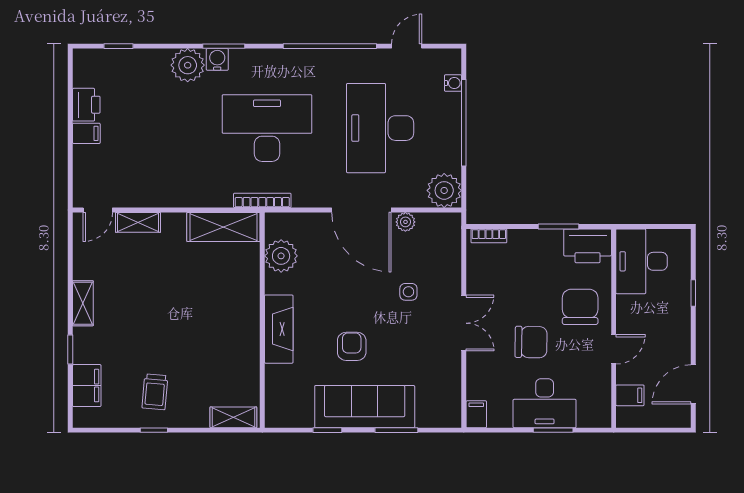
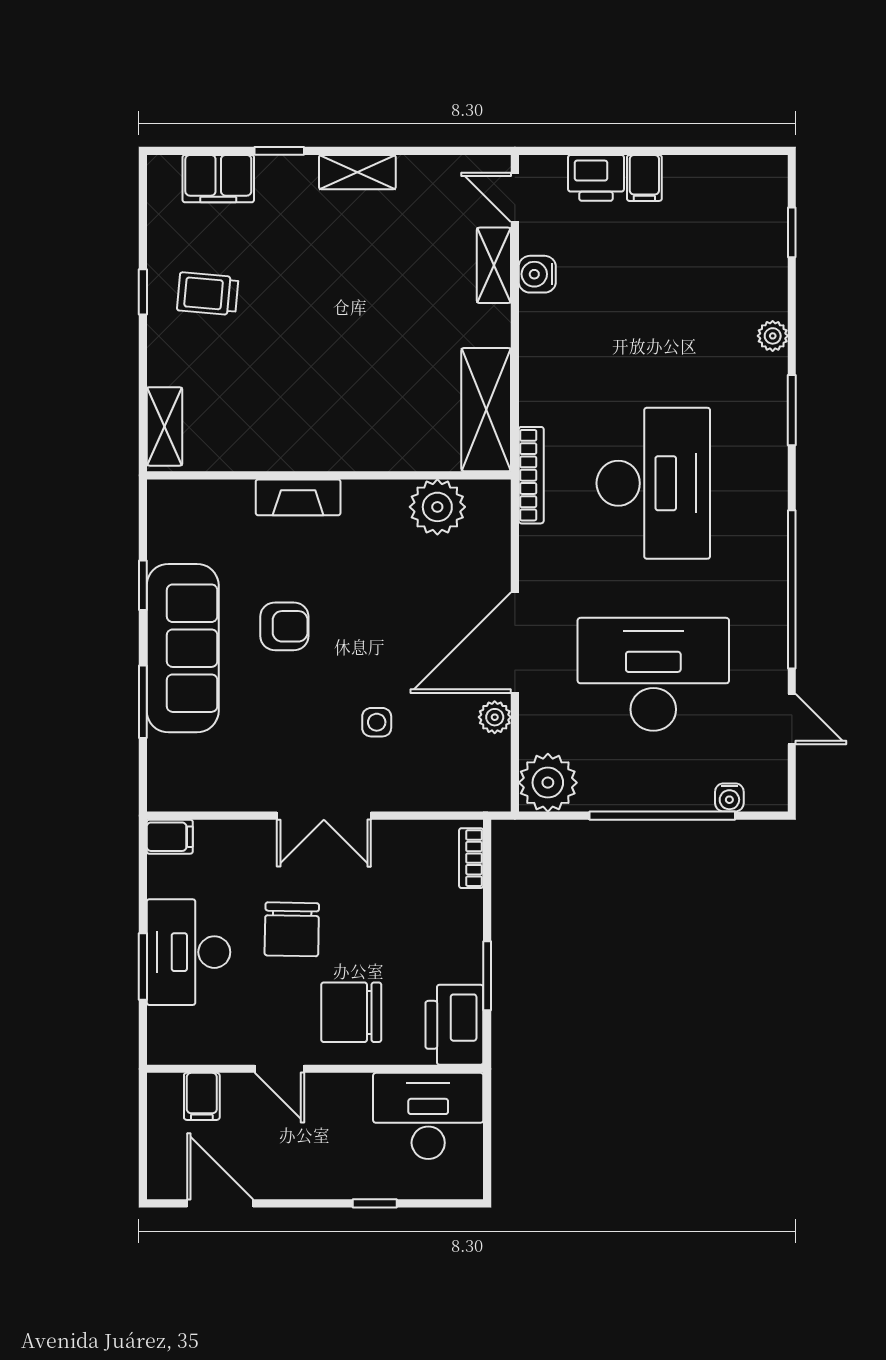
water cooler: (217, 59) -> (537, 274), moved, turned 180
plant: (188, 65) -> (773, 336), width x0.53, depth x0.53
printer: (86, 105) -> (596, 178), moved
chair: (580, 307) -> (351, 1012), turned 180
fireplace: (279, 329) -> (298, 497), width x0.73, depth x0.76

